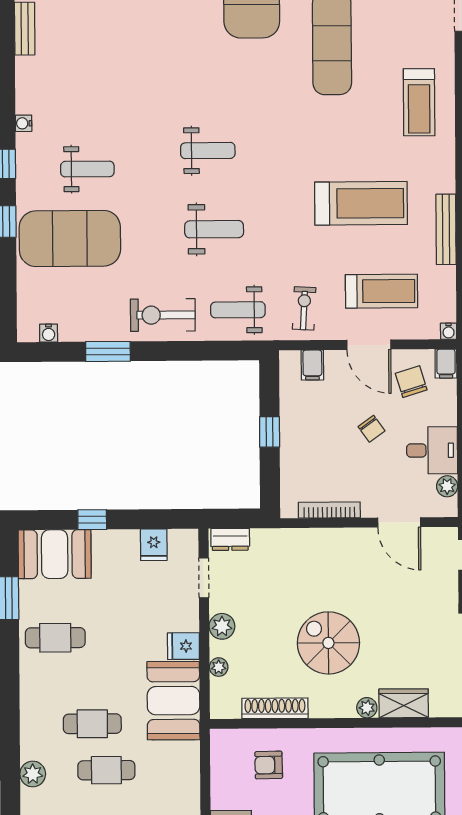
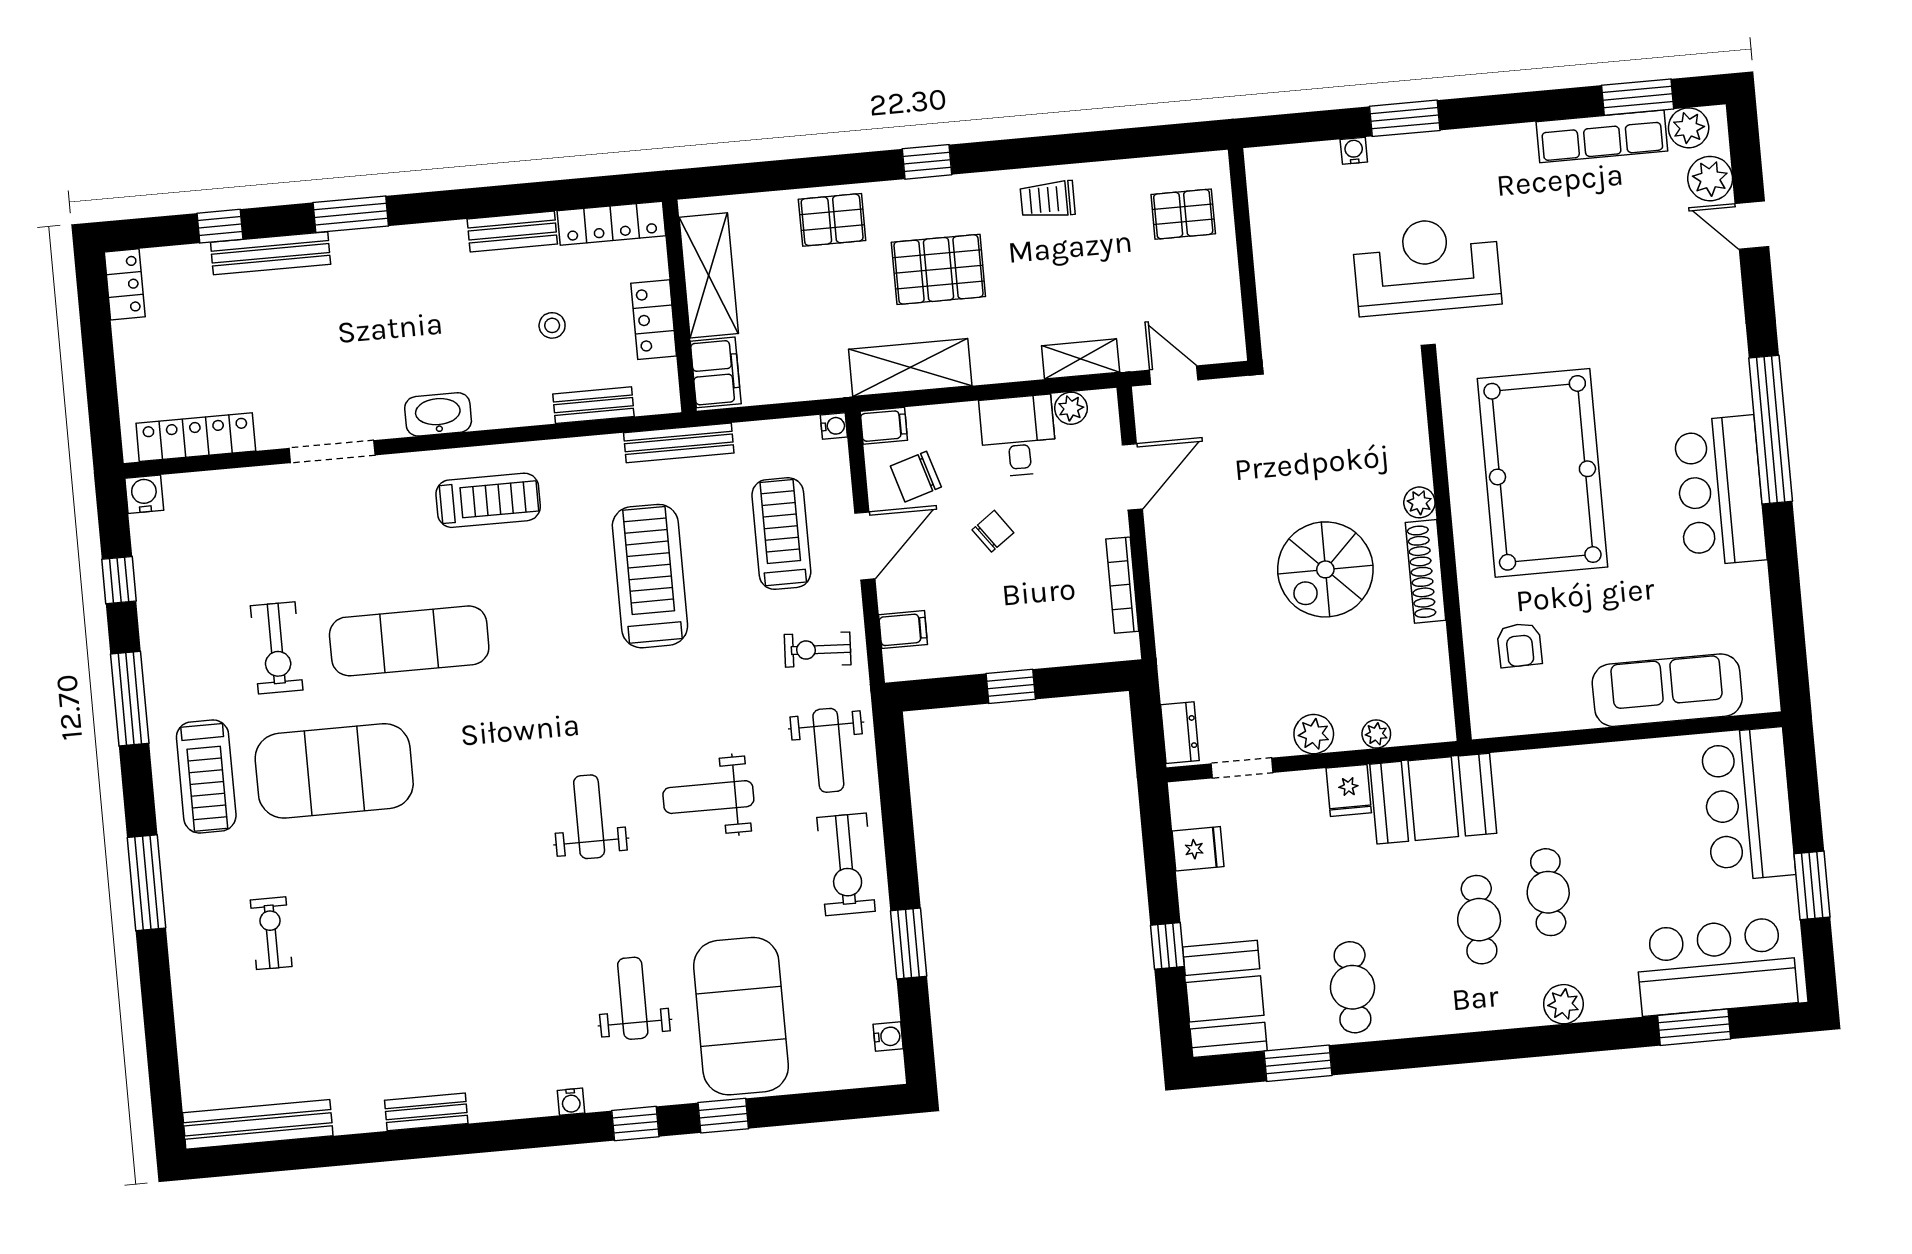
weight bench: (214, 229) -> (708, 797), turned -90
wardrobe: (404, 703) -> (1408, 447), removed
shoe rack: (275, 708) -> (1426, 571), moved

